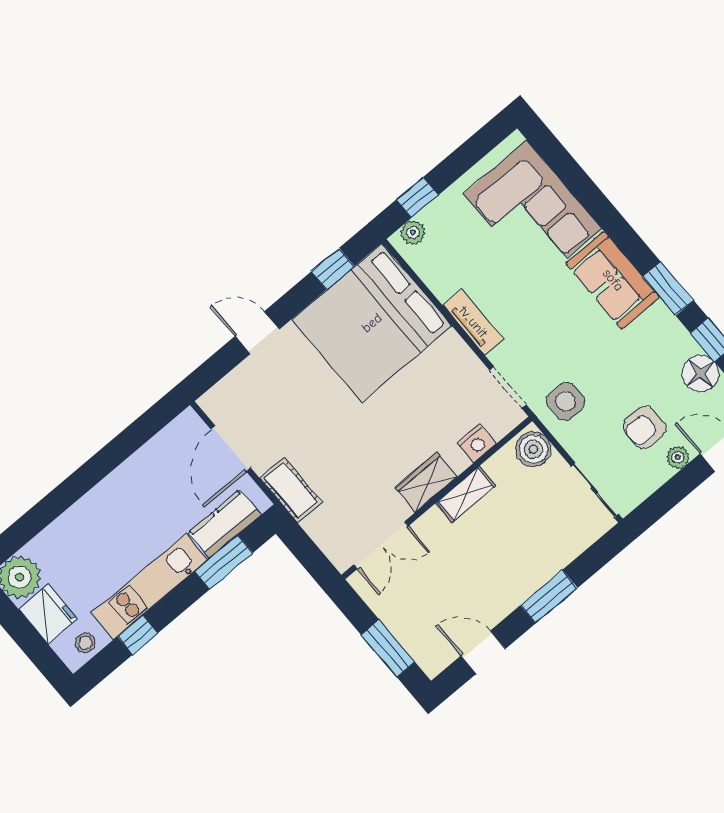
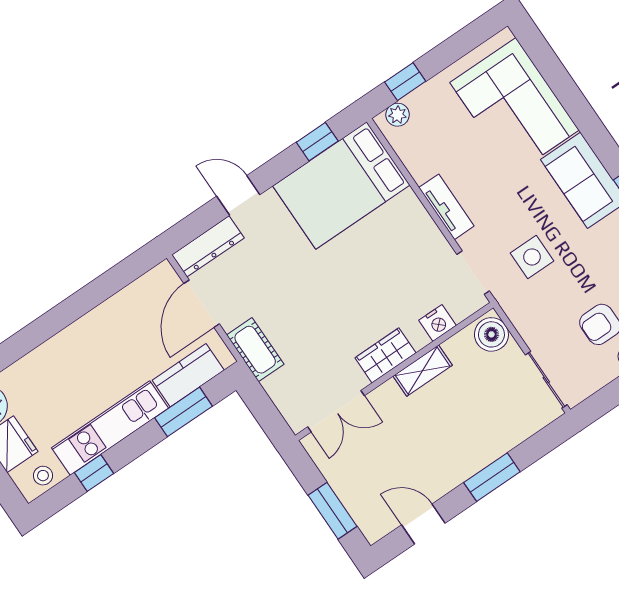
bed: (372, 323) -> (341, 185), width x0.73
dresser: (231, 389) -> (208, 246), added
side table: (566, 401) -> (532, 257), moved

